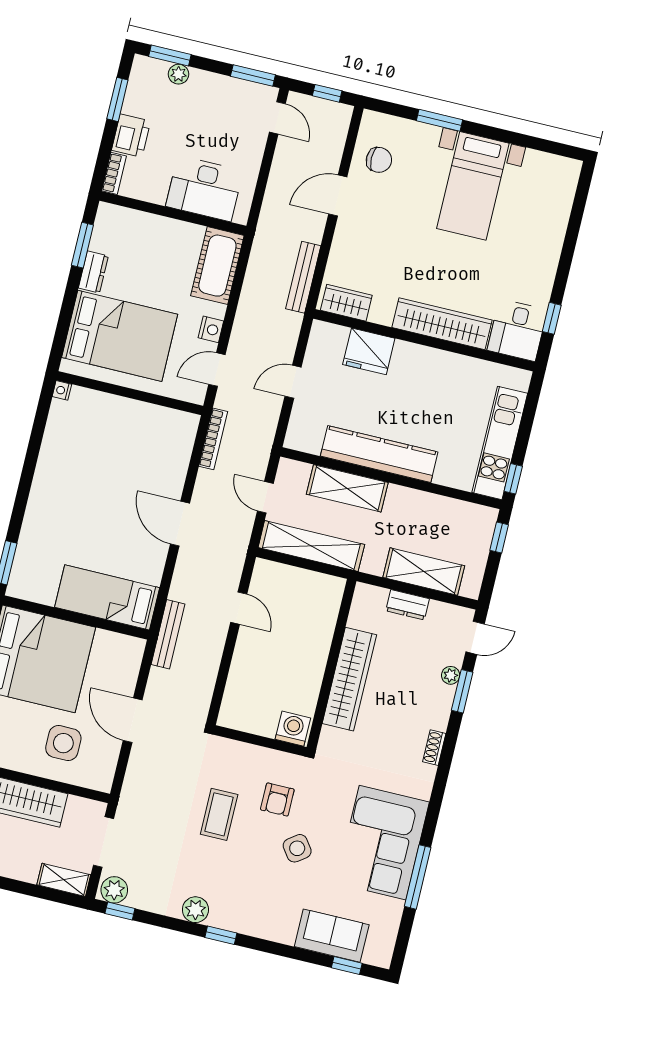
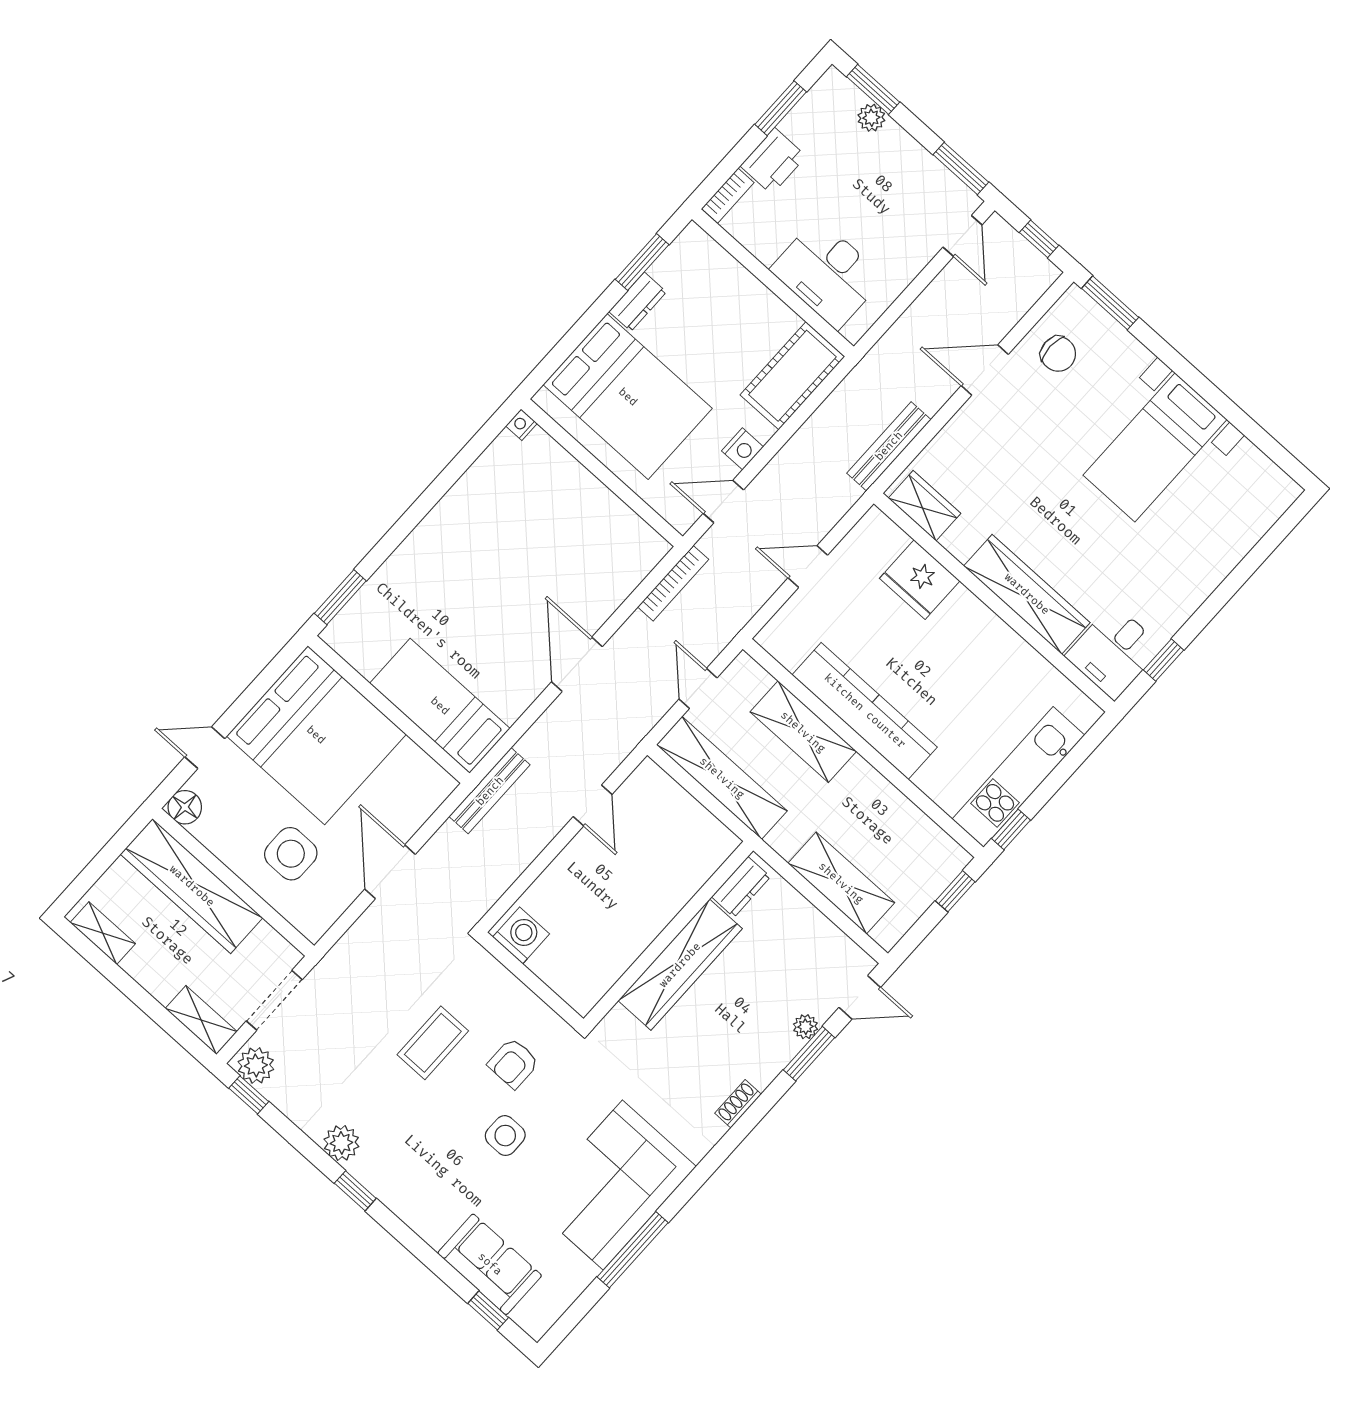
window: (440, 120) -> (1110, 303), moved
dresser: (408, 605) -> (741, 887), moved, turned -90
washing machine: (293, 729) -> (521, 935), moved
side table: (297, 848) -> (505, 1136), turned 36

